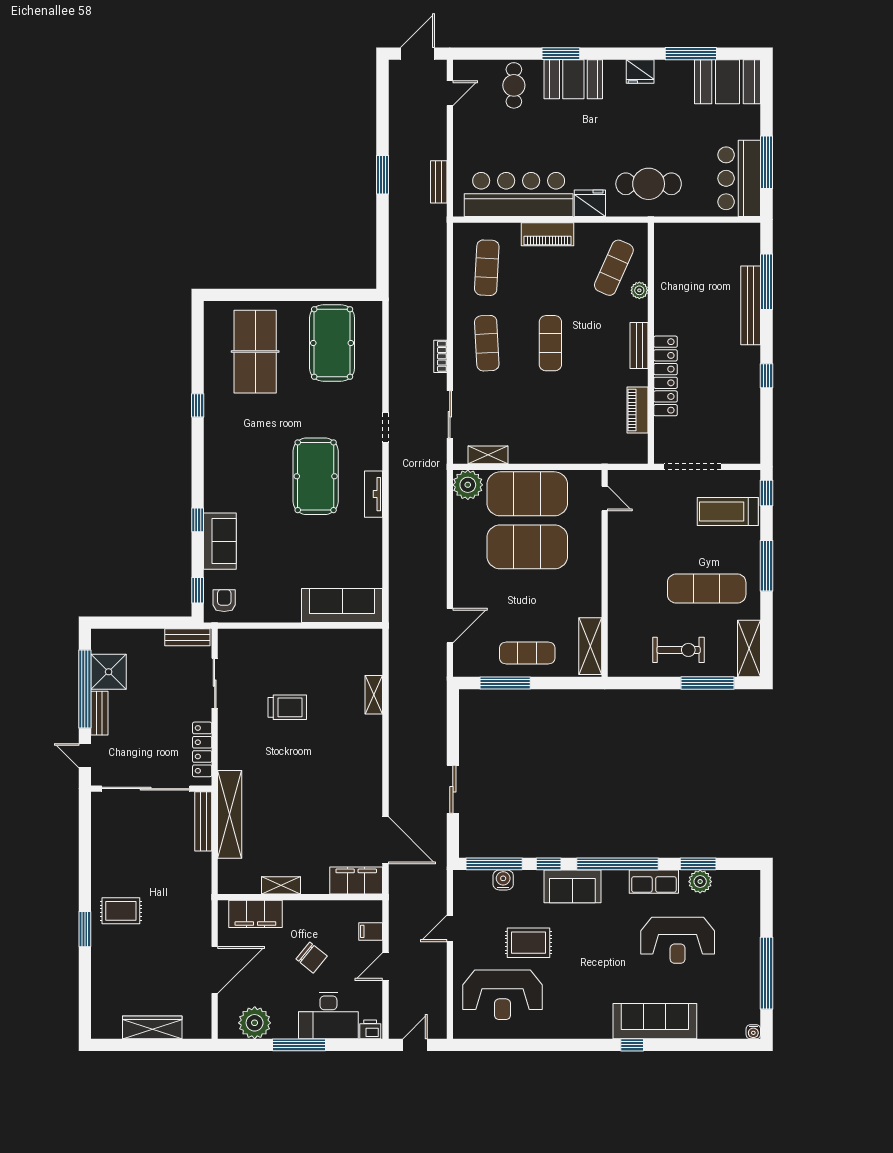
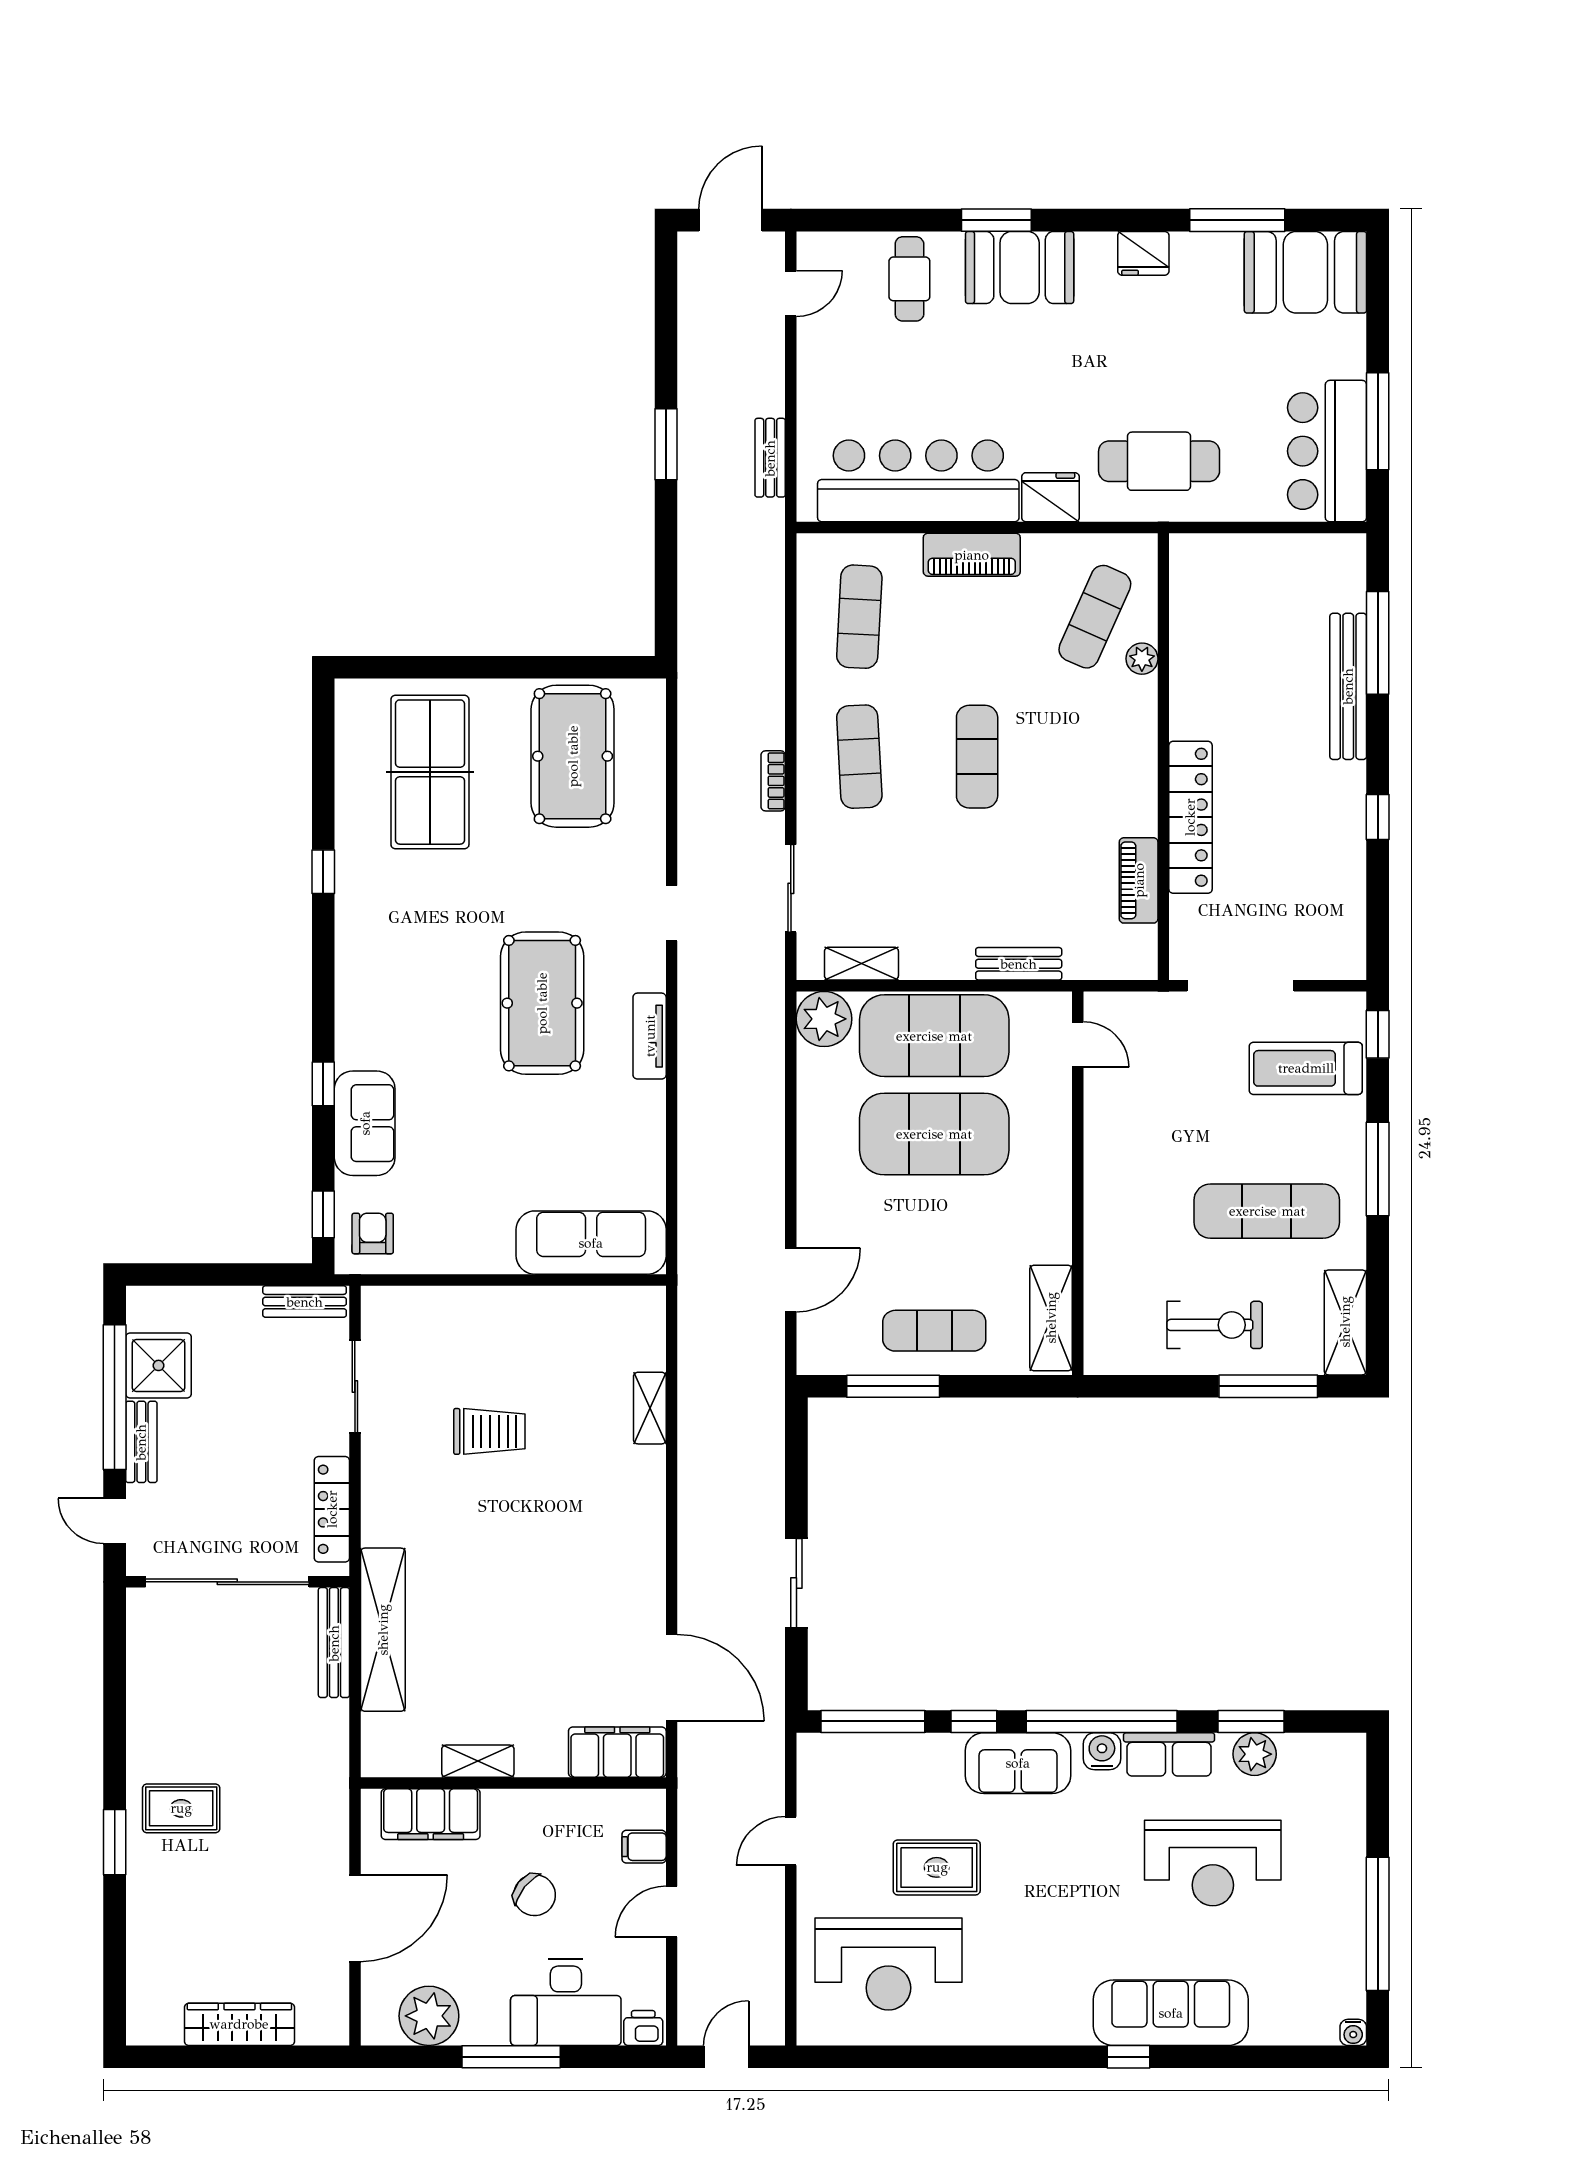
bench: (639, 346) -> (1019, 964), moved, turned 90
water cooler: (503, 880) -> (1102, 1751), moved

